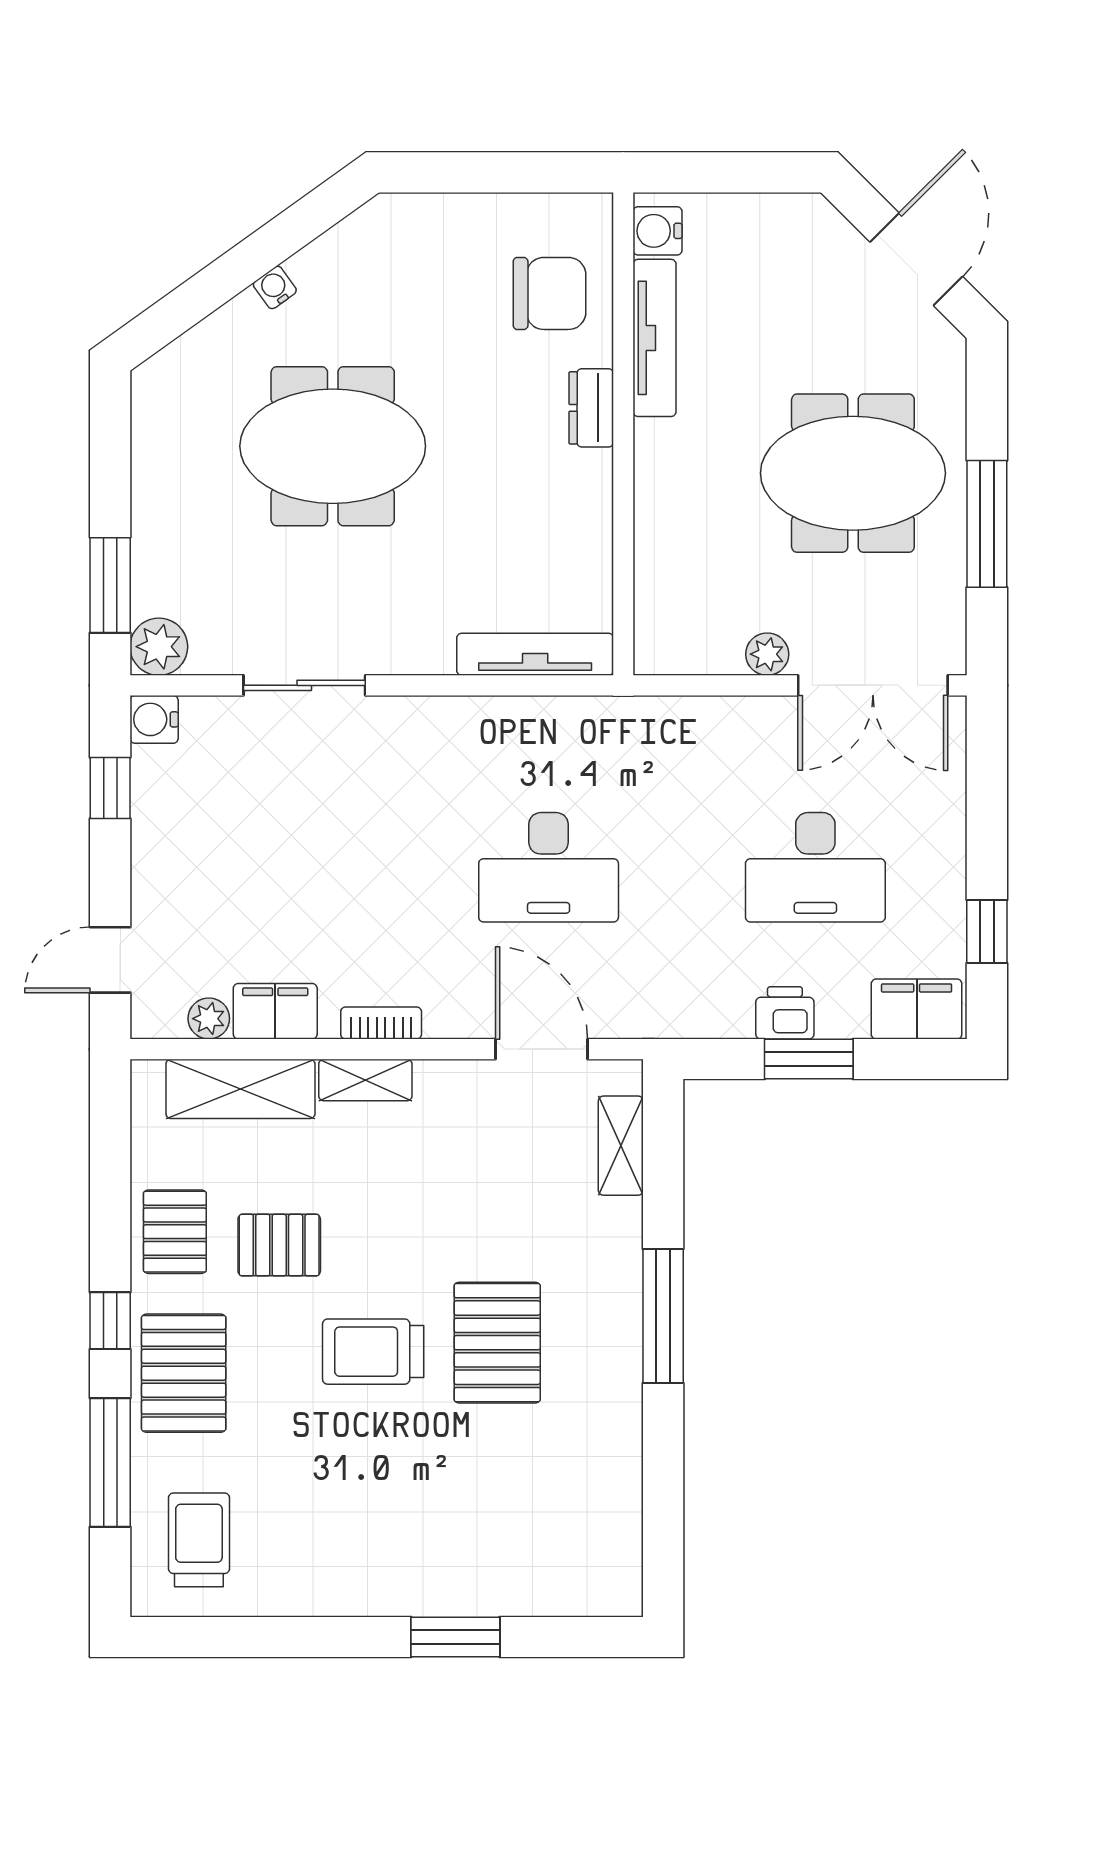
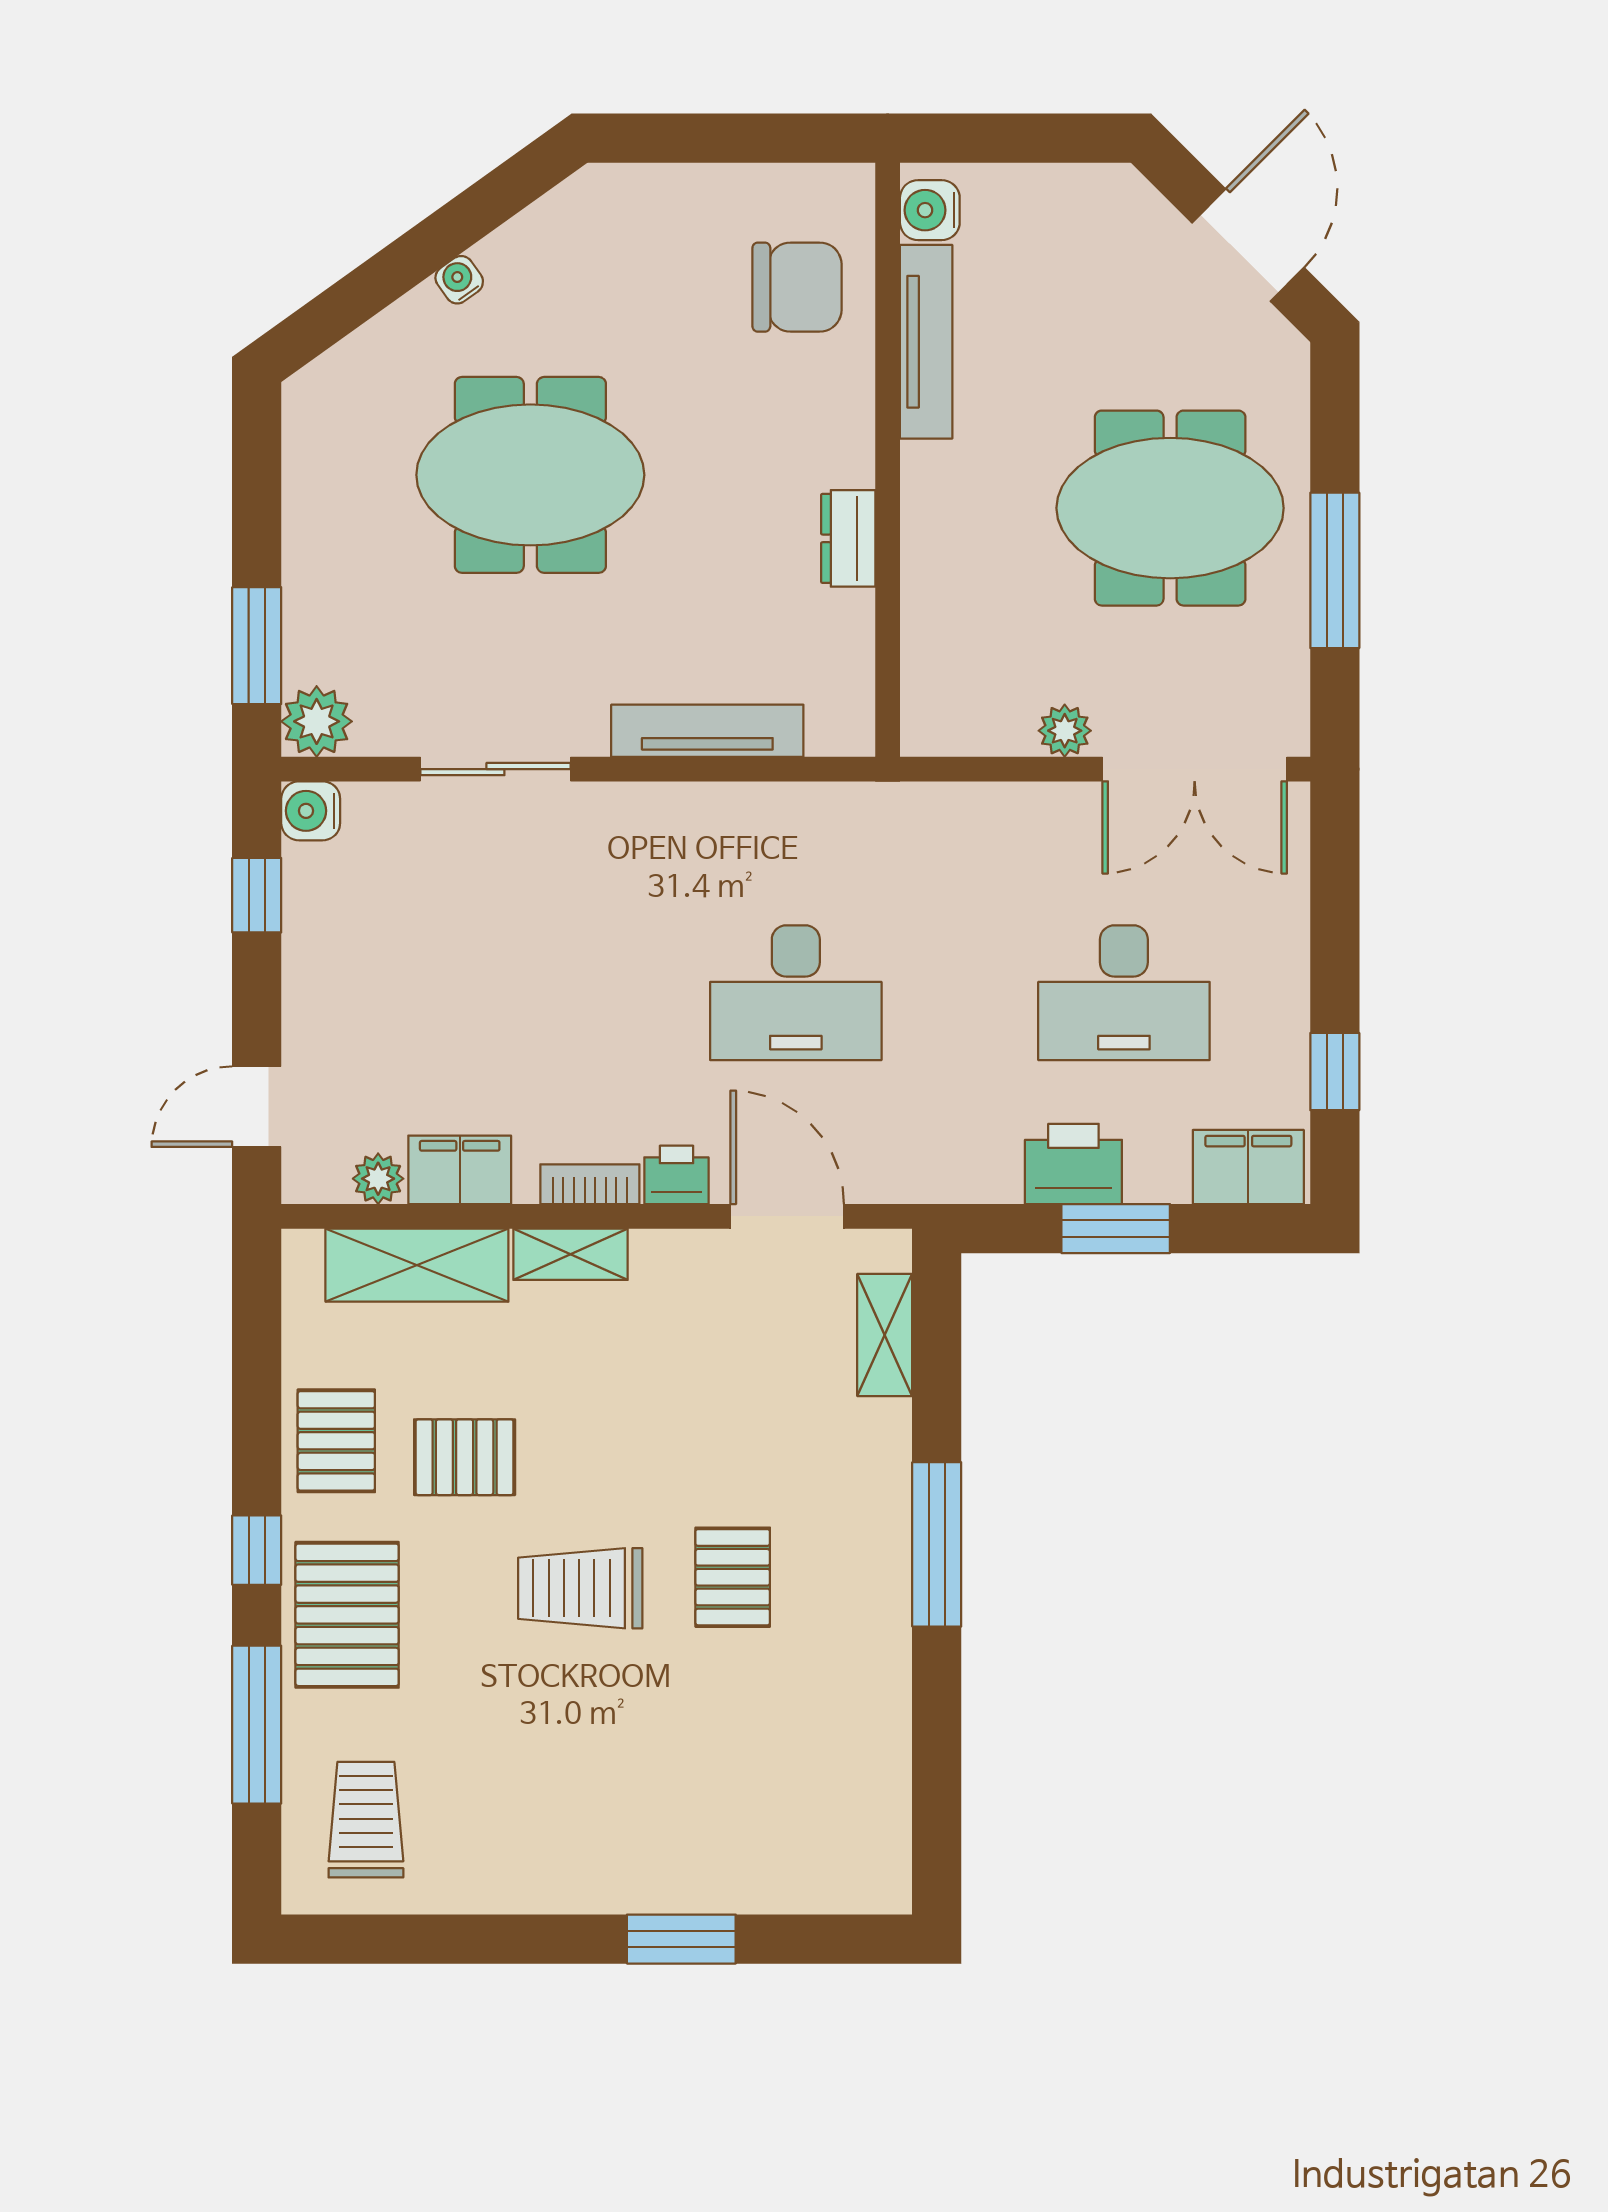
dresser: (591, 408) -> (848, 538), moved
tv unit: (535, 654) -> (707, 731), moved
printer: (785, 1013) -> (1073, 1164), width x1.36, depth x1.24
printer: (452, 1015) -> (676, 1175), added
pallet: (497, 1343) -> (733, 1577), width x0.67, depth x0.71

